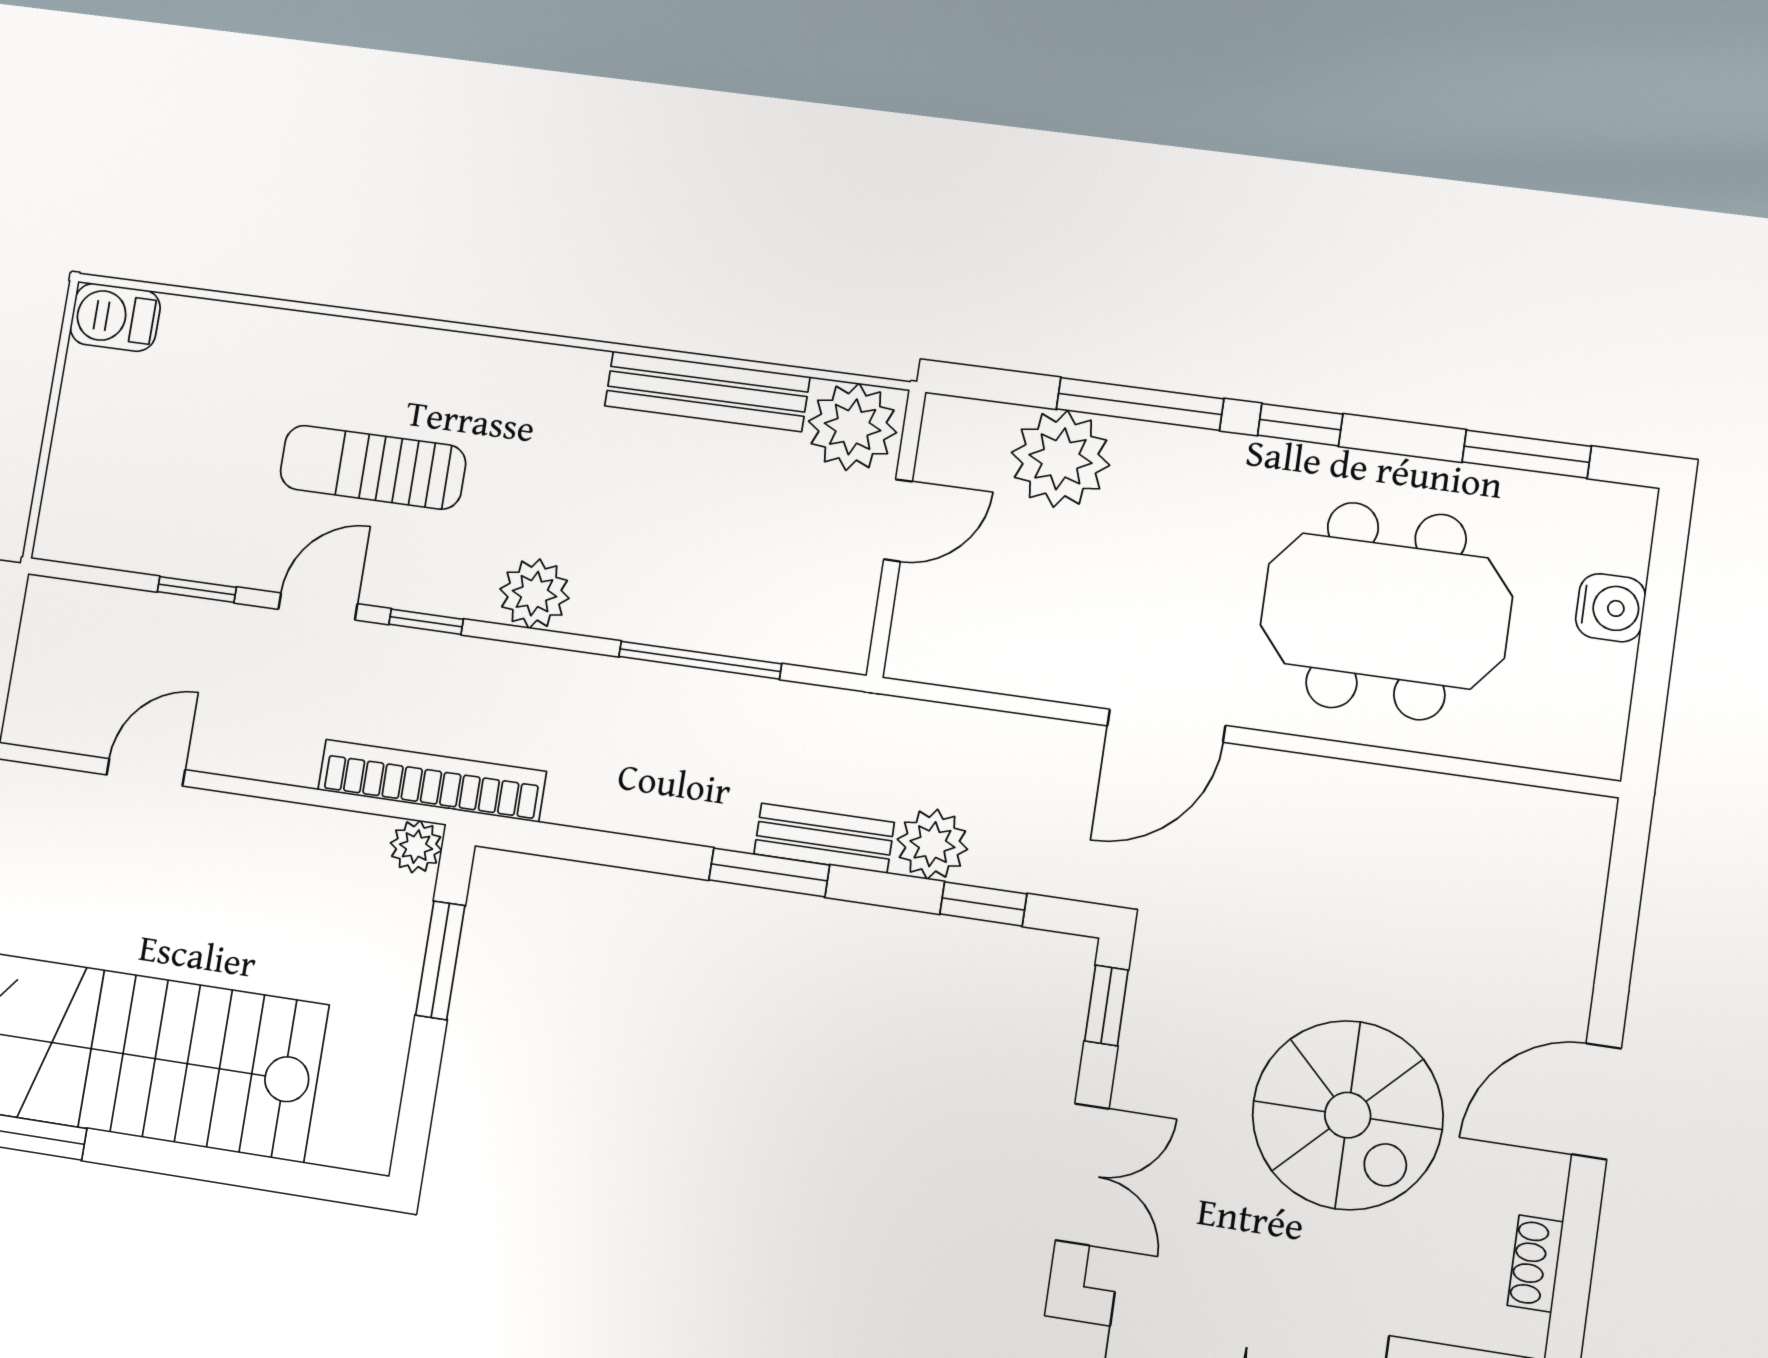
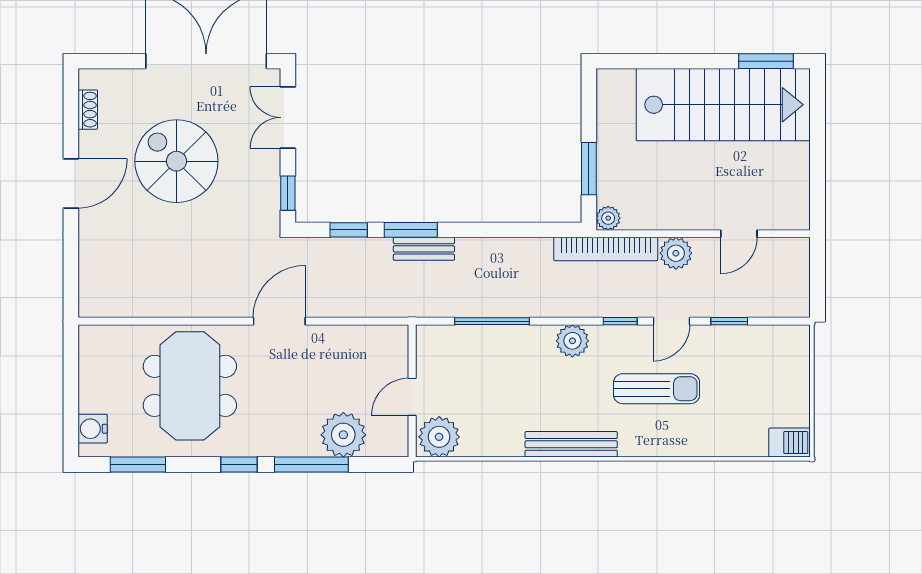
bench: (707, 391) -> (571, 444), moved
water cooler: (1611, 608) -> (93, 429), moved
meeting table: (1386, 611) -> (190, 386), turned 90
plant: (932, 844) -> (676, 253), moved
window: (769, 872) -> (411, 230), moved

